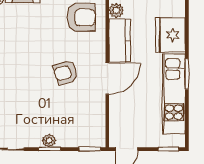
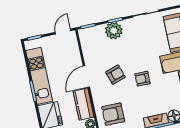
armchair: (29, 58) -> (142, 79), added
plant: (49, 141) -> (114, 31), width x1.87, depth x1.87

